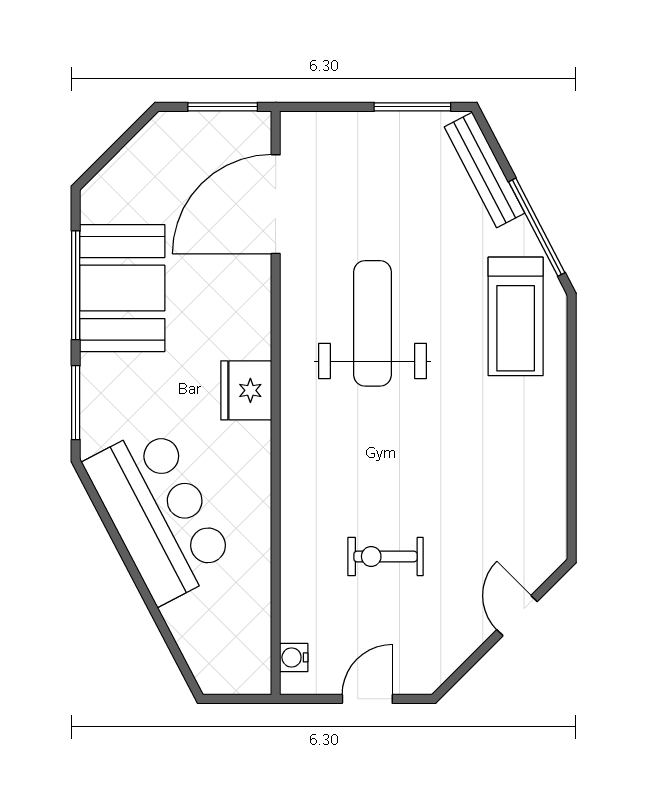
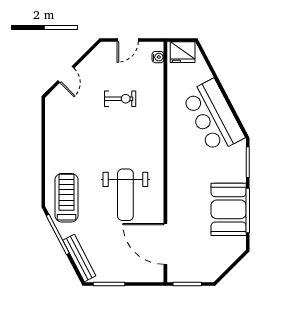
door: (276, 204) -> (165, 244), swing flipped
fridge: (246, 390) -> (183, 52), moved, turned 90

